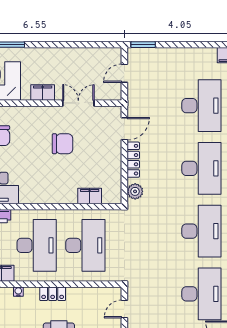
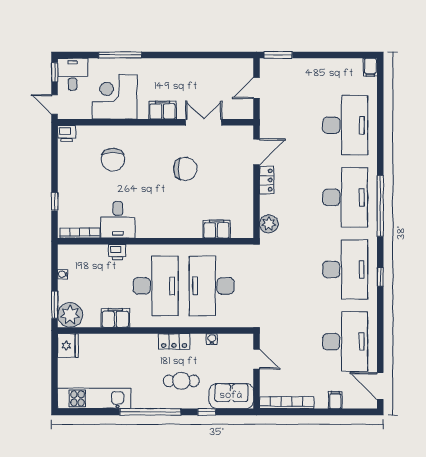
locker: (133, 160) -> (267, 180), width x0.66
desk: (85, 245) -> (212, 286), turned 180
water cooler: (18, 292) -> (212, 339), moved
door: (124, 309) -> (257, 359), swing flipped

